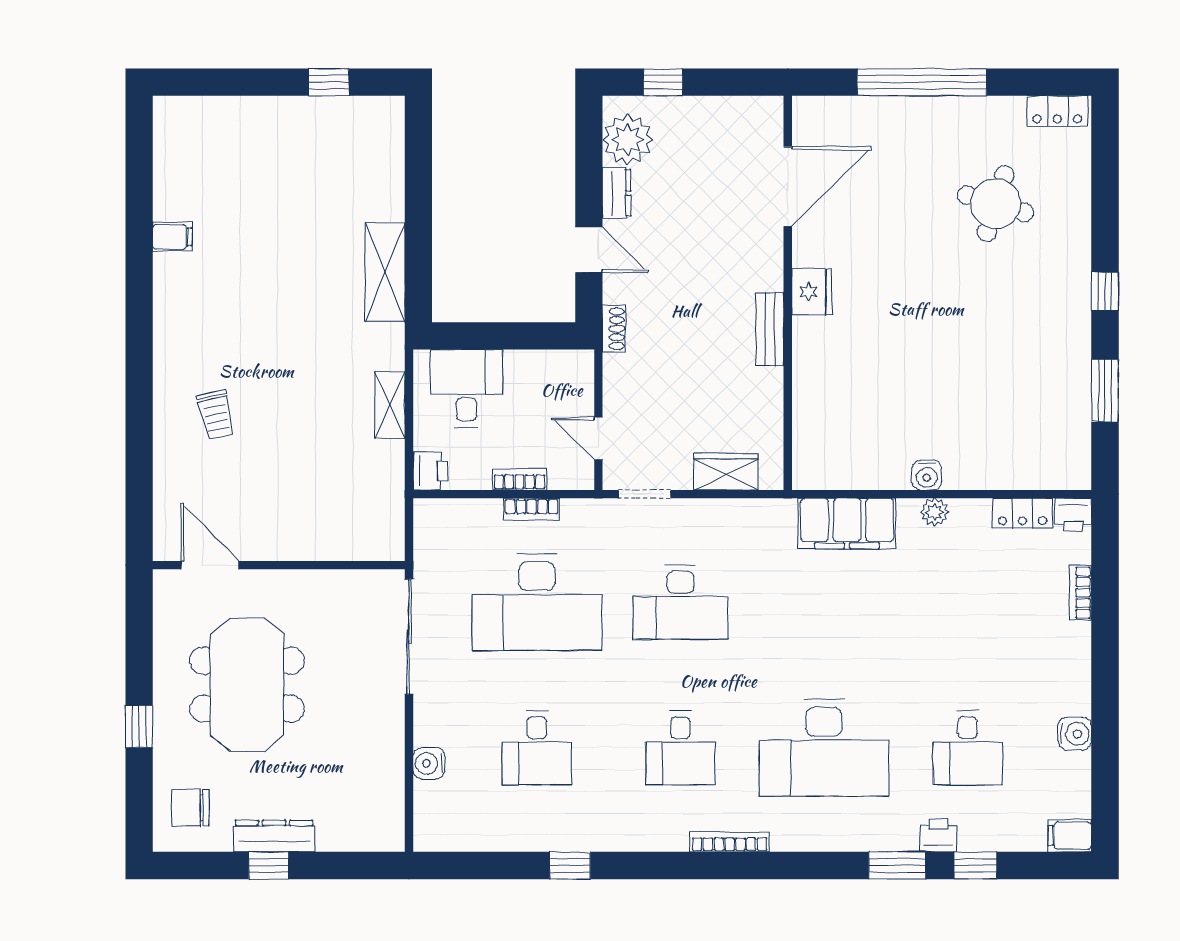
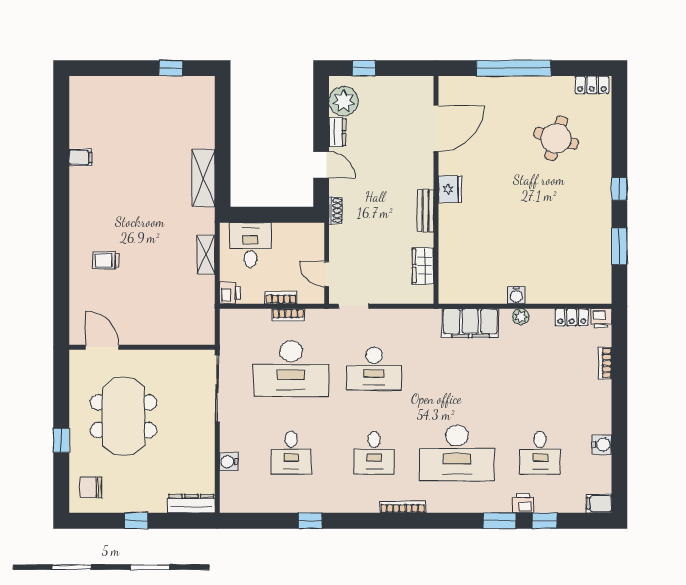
trolley: (216, 415) -> (106, 260), turned 103
wardrobe: (726, 472) -> (423, 266), moved, turned -90
dresser: (274, 836) -> (191, 504), moved

